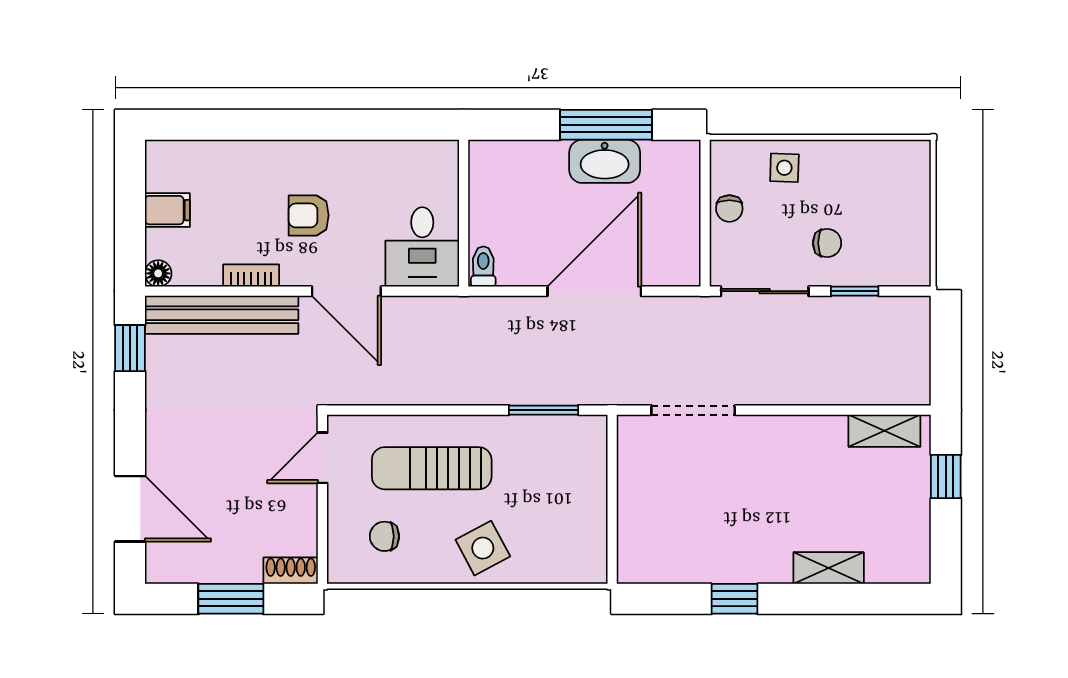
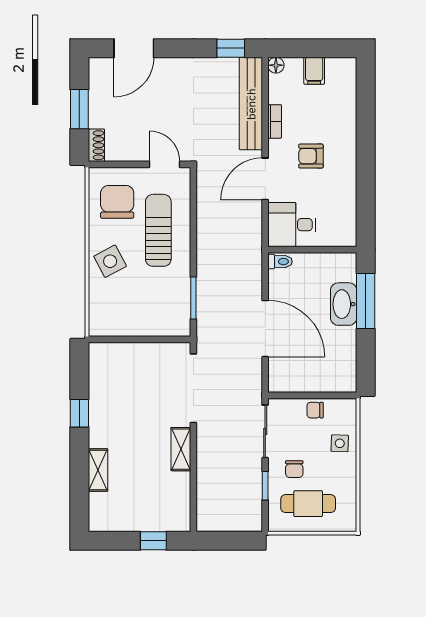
window: (606, 125) -> (366, 301), moved
washbasin: (605, 161) -> (344, 304), moved
armchair: (309, 215) -> (311, 156), turned -90
cafe table: (884, 220) -> (308, 504), added
doorway: (693, 410) -> (193, 388), width x1.36
shelving: (884, 431) -> (181, 449), moved
chair: (384, 536) -> (117, 202), width x1.87, depth x1.87

